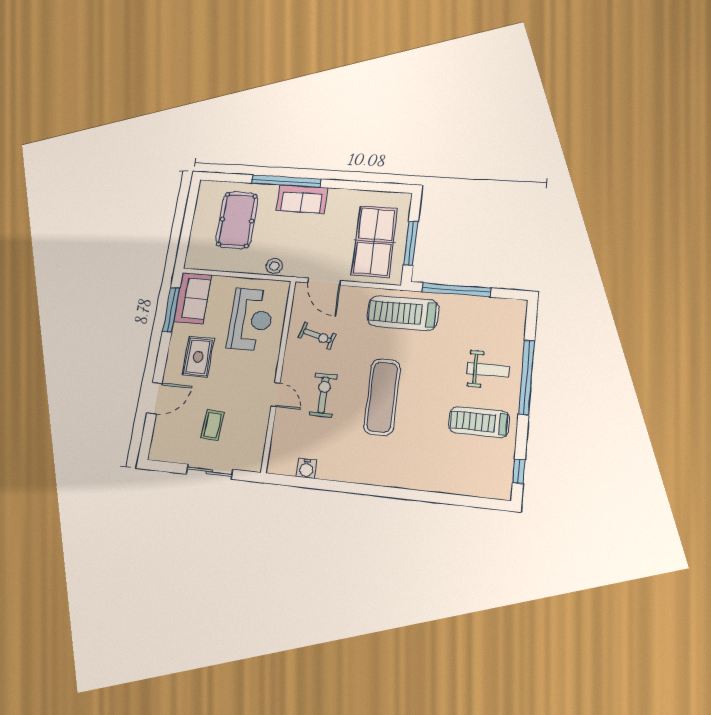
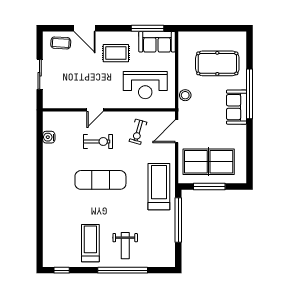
coffee table: (213, 425) -> (61, 43), moved

